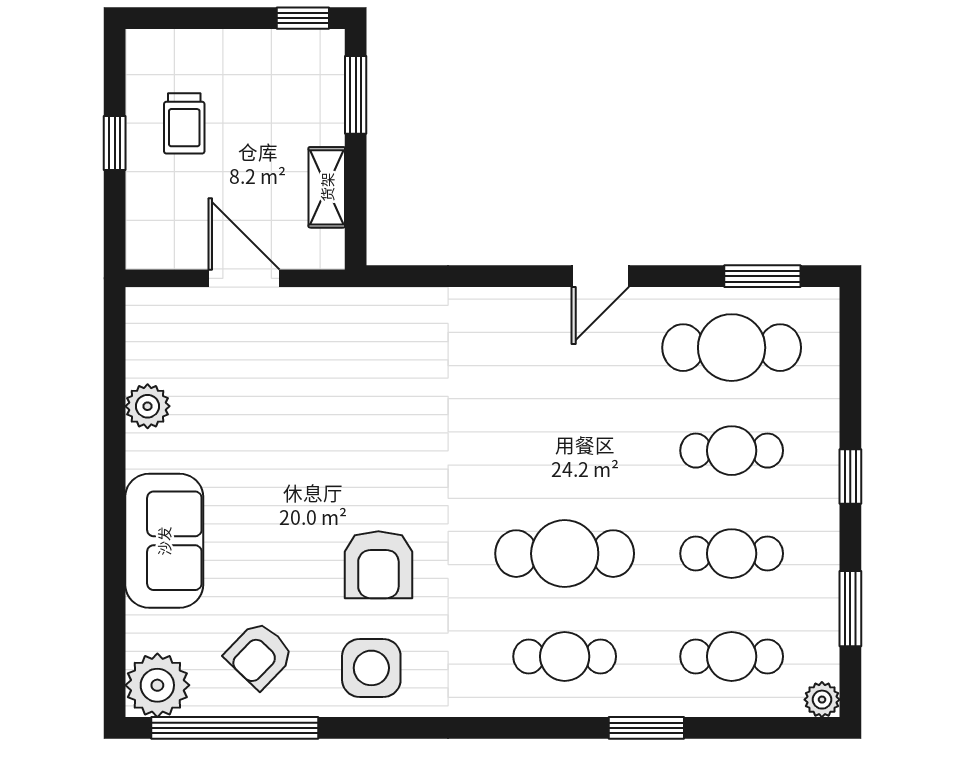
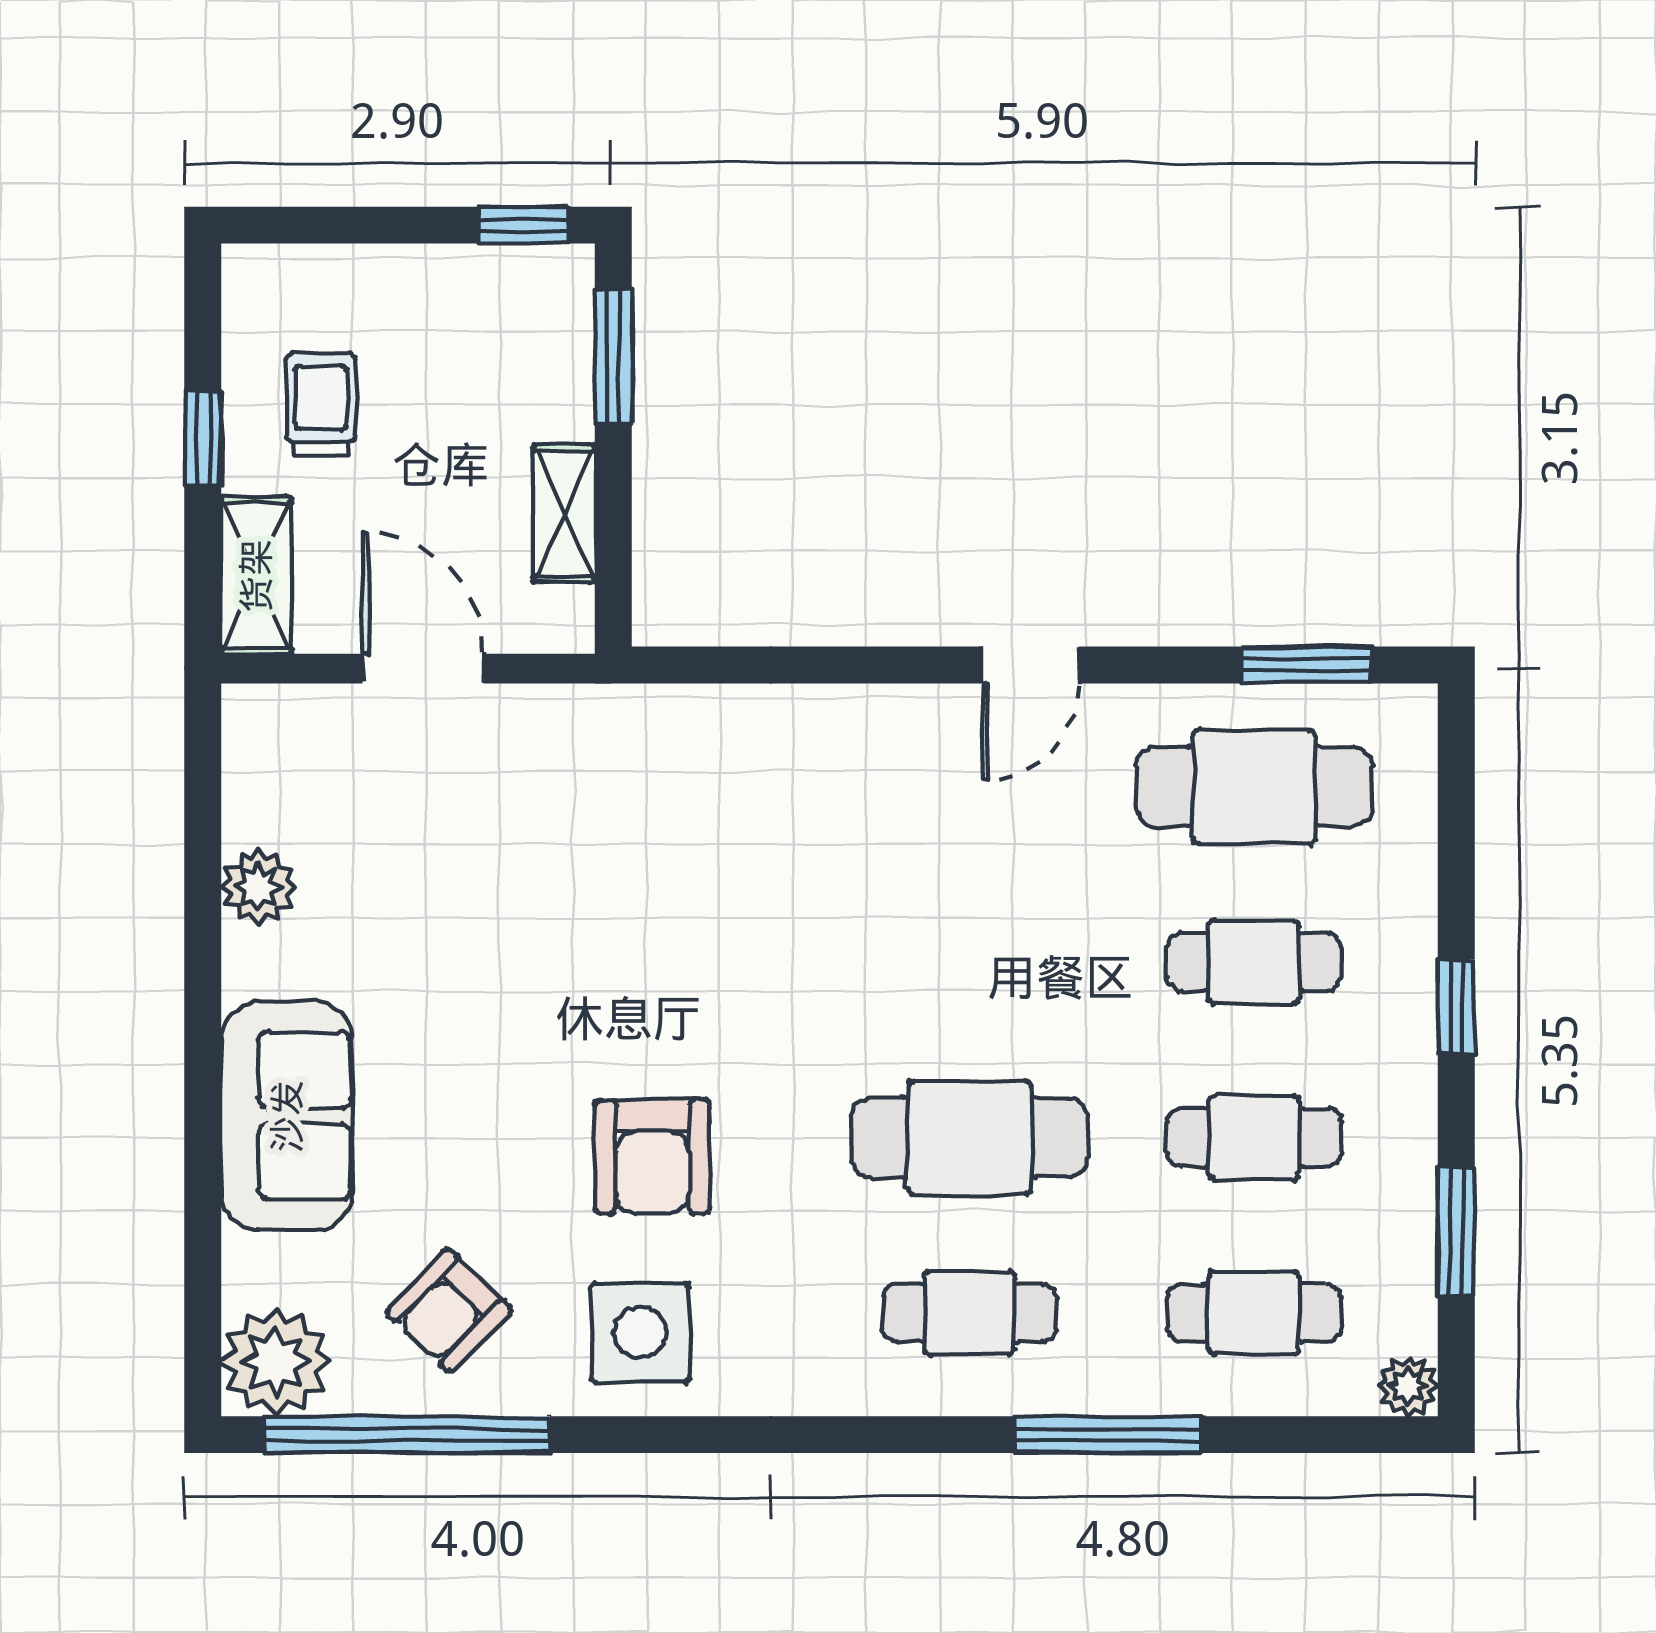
trolley: (184, 123) -> (321, 405), turned 180
shelving: (146, 224) -> (256, 576), added
window: (646, 728) -> (1109, 1435), width x1.44

